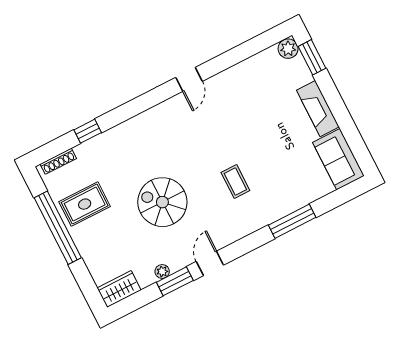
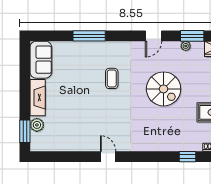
plant: (288, 49) -> (37, 125), moved
door: (189, 79) -> (108, 157), hinge flipped
window: (175, 281) -> (192, 36), moved

